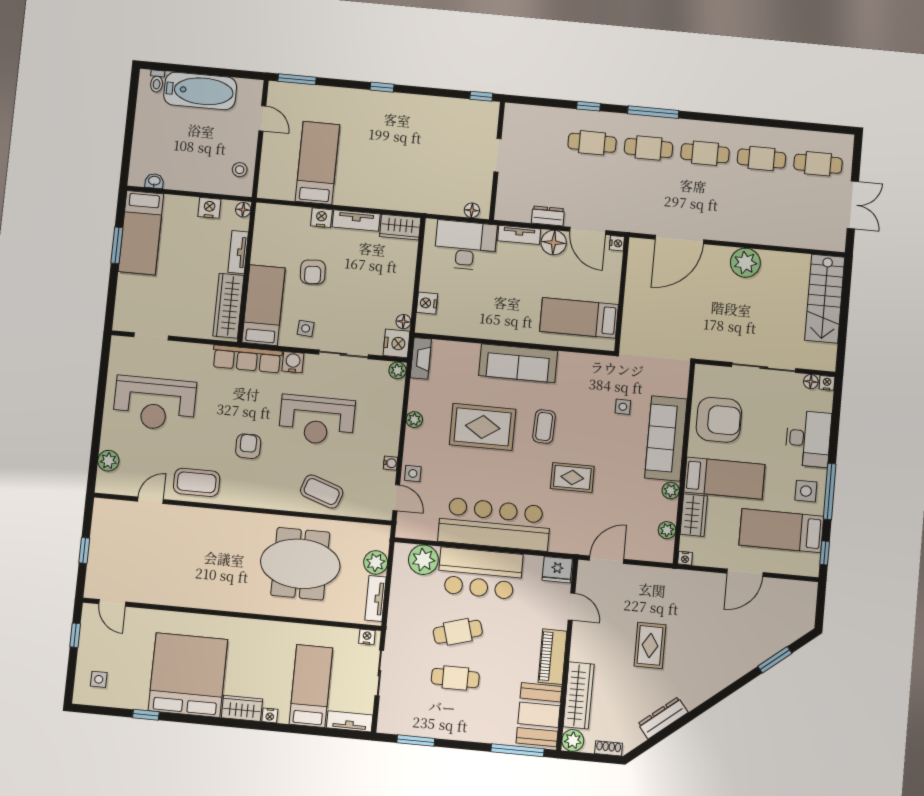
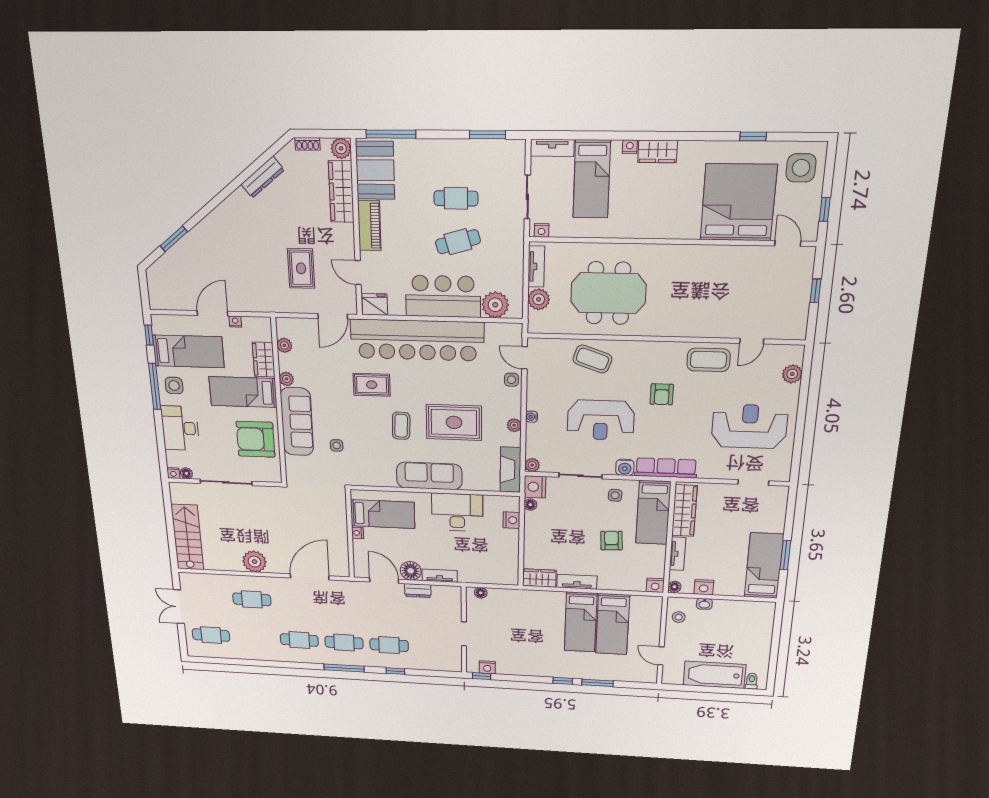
window: (297, 79) -> (597, 683), moved
nightstand: (473, 108) -> (487, 667), added
cafe table: (761, 159) -> (252, 599), moved
bed: (355, 167) -> (581, 622), added
washbasin: (154, 181) -> (704, 604), moved
nightstand: (321, 218) -> (655, 585), moved
nightstand: (617, 243) -> (358, 533), moved
desk: (465, 245) -> (457, 512), moved, turned 180
fireplace: (421, 358) -> (510, 470), width x1.37, depth x1.32
reception desk: (317, 420) -> (601, 420), turned 180
water cooler: (390, 463) -> (531, 417), moved
bar counter: (494, 524) -> (417, 340), width x1.36
nightstand: (685, 558) -> (235, 322), moved
rug: (650, 645) -> (301, 268), moved
bed: (188, 675) -> (738, 202), moved, turned 180
side table: (99, 679) -> (801, 168), width x1.87, depth x1.87

